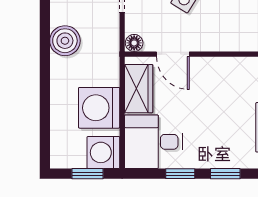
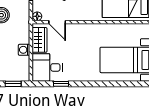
washing machine: (99, 108) -> (24, 50), width x0.53, depth x0.53
washing machine: (103, 152) -> (21, 73), removed
window: (225, 174) -> (84, 84), removed

